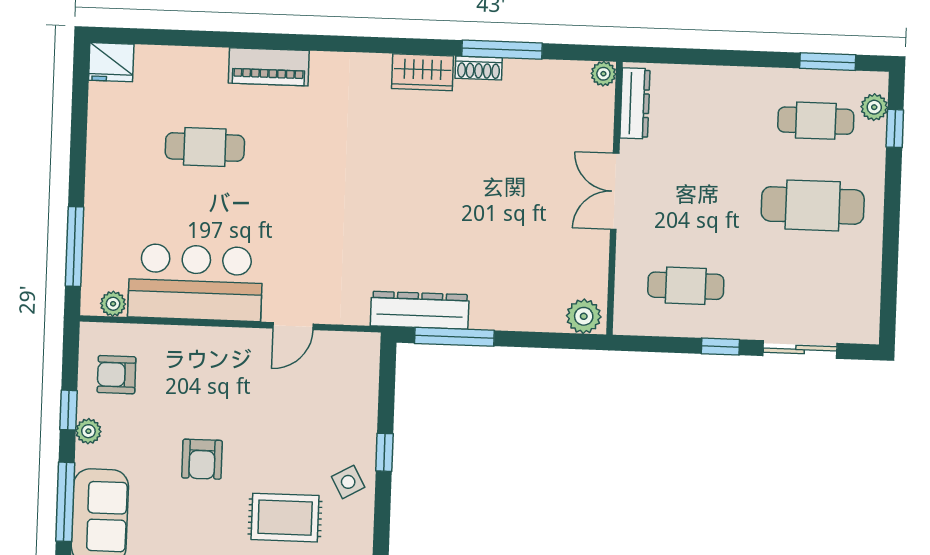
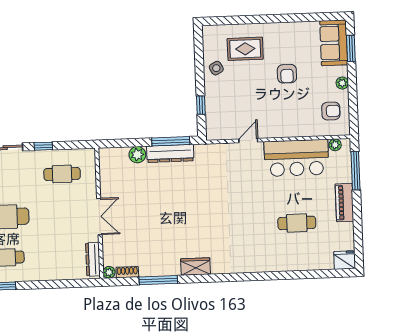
piano: (269, 67) -> (344, 203), moved, turned -90
shoe rack: (479, 68) -> (127, 272), moved
dresser: (420, 310) -> (170, 153), moved
plant: (584, 316) -> (137, 155), moved
window: (69, 410) -> (352, 92), removed
window: (384, 452) -> (201, 105), moved
armchair: (202, 459) -> (287, 74), turned 180
window: (65, 502) -> (351, 48), width x0.69

